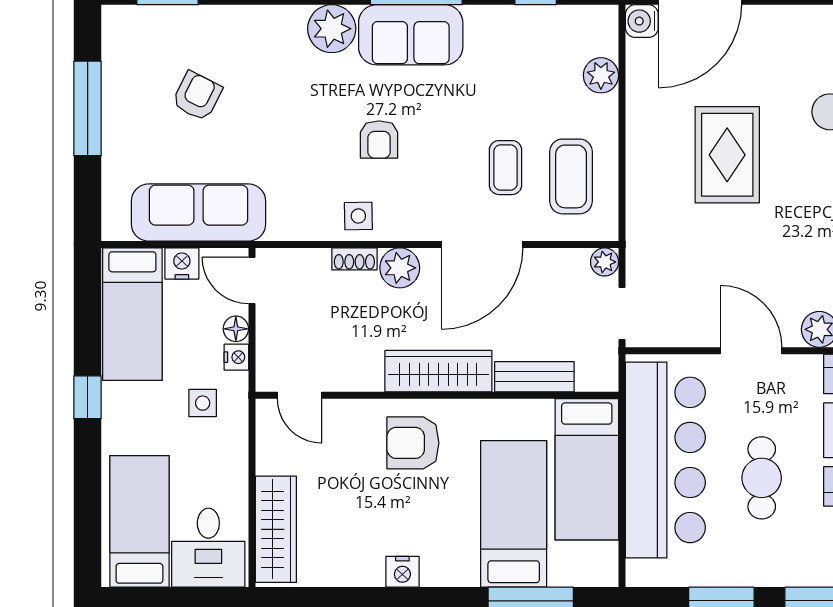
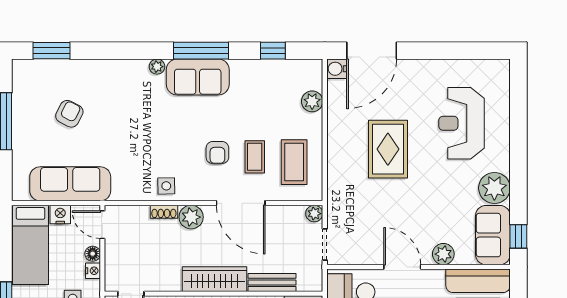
plant: (332, 29) -> (157, 67), width x0.53, depth x0.53
armchair: (379, 140) -> (217, 153), moved
door: (482, 244) -> (241, 203), hinge flipped

